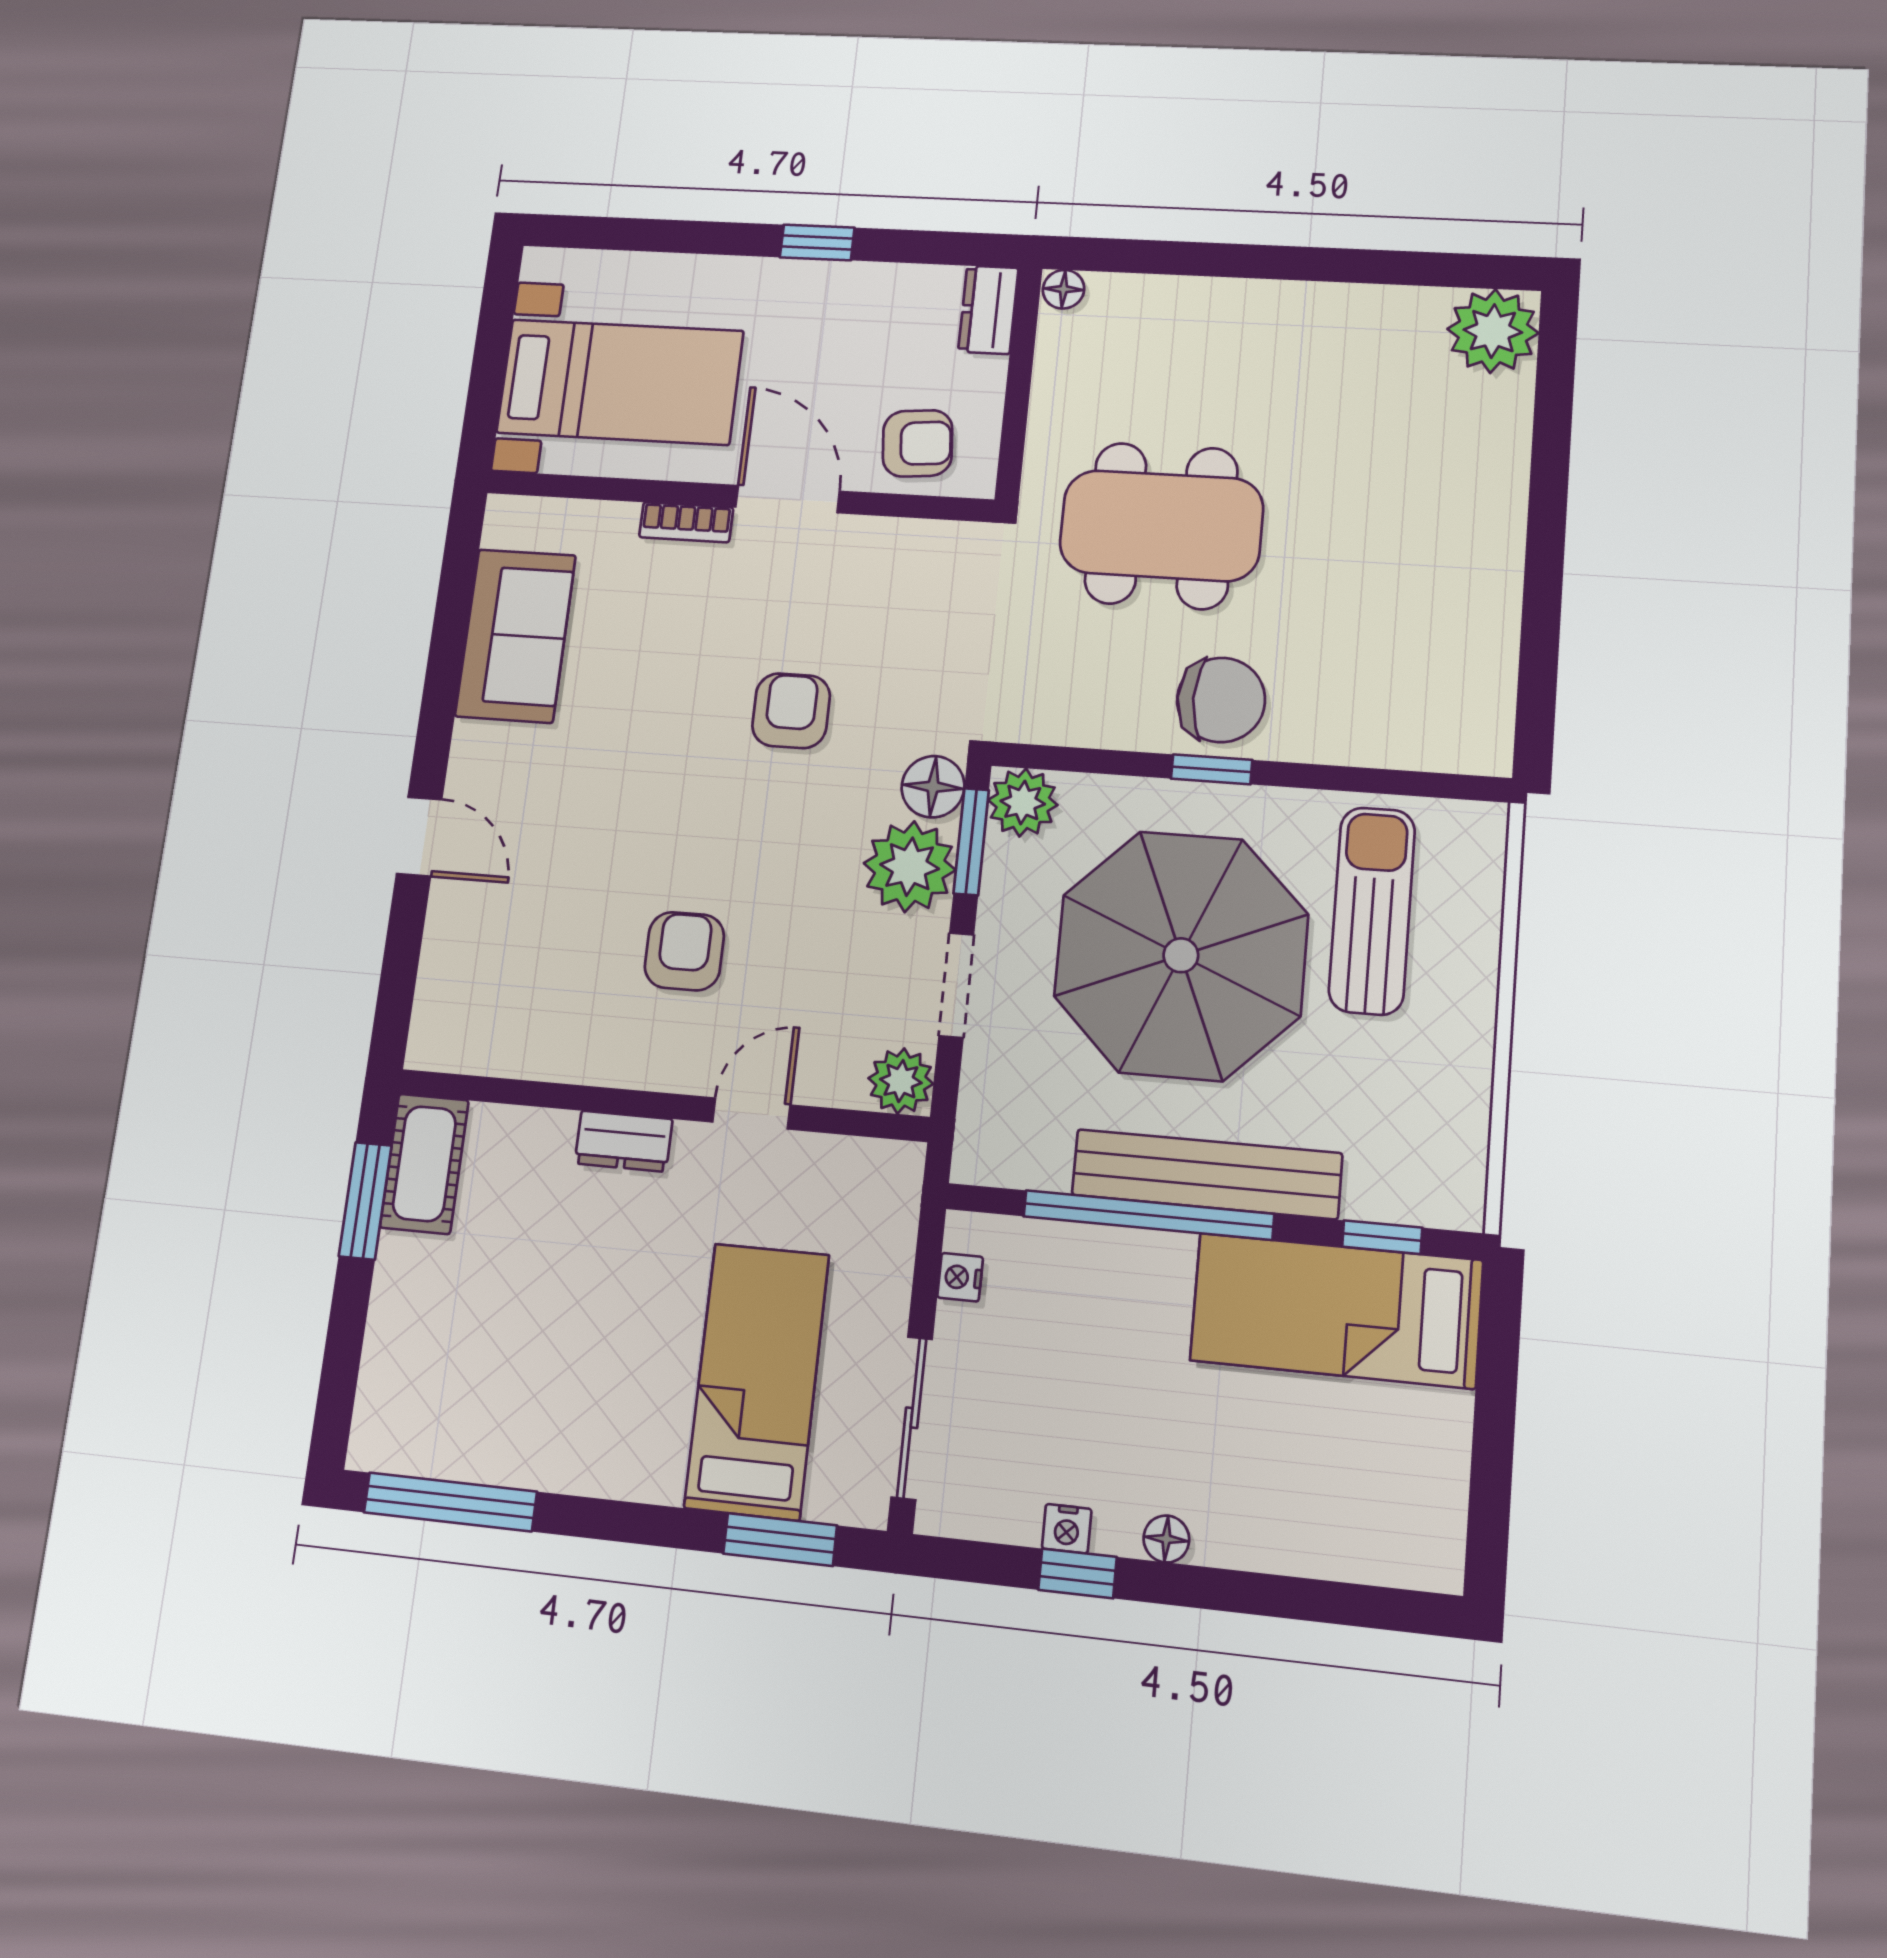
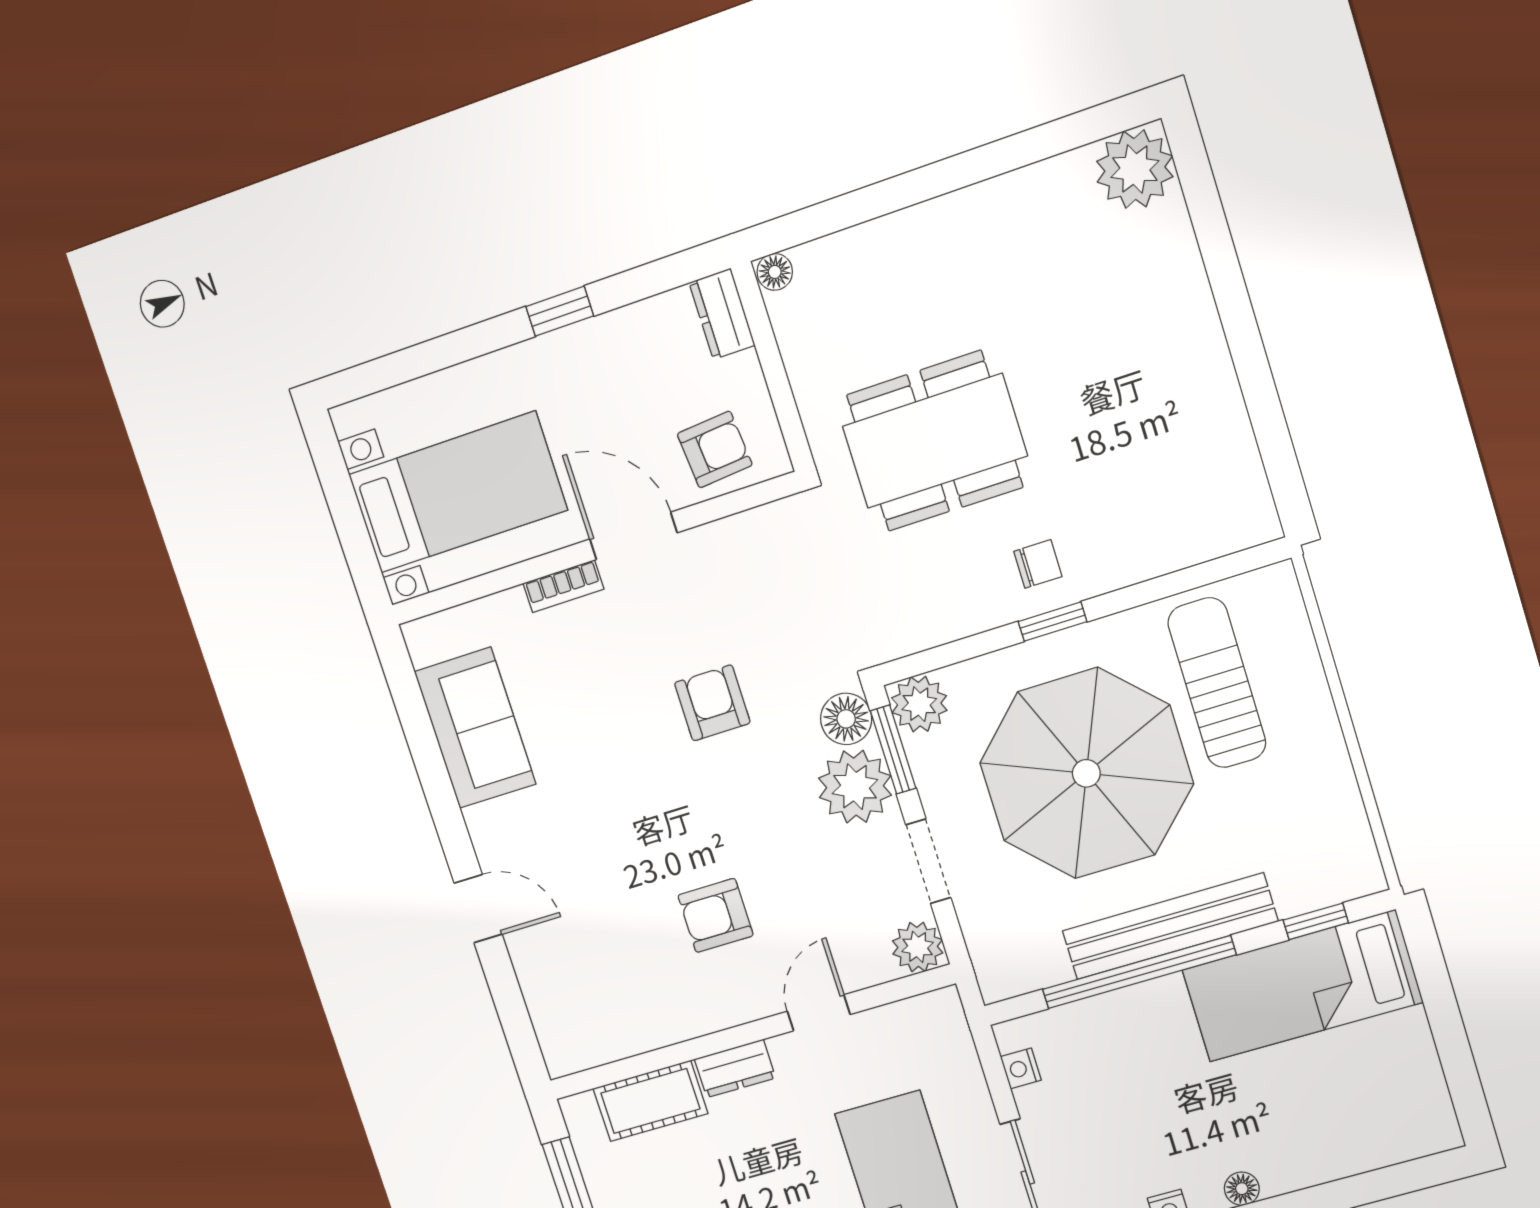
chair: (1221, 700) -> (1038, 564), width x0.54, depth x0.54
armchair: (684, 951) -> (716, 915), turned -90
cot: (424, 1164) -> (650, 1101), moved, turned 90

